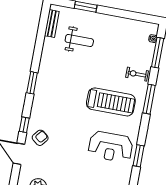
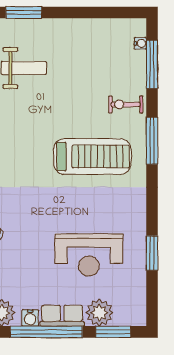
reception desk: (111, 147) -> (89, 255), moved
window: (139, 156) -> (152, 253), moved

